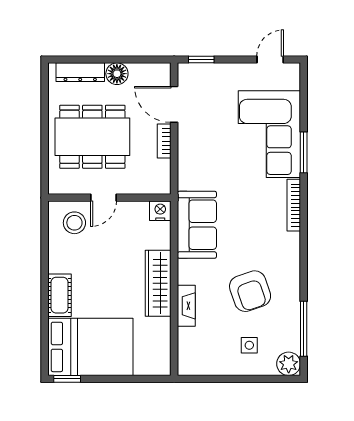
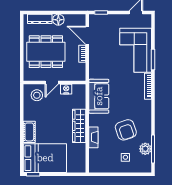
nightstand: (160, 211) -> (66, 89), moved
plant: (289, 364) -> (145, 149), moved

